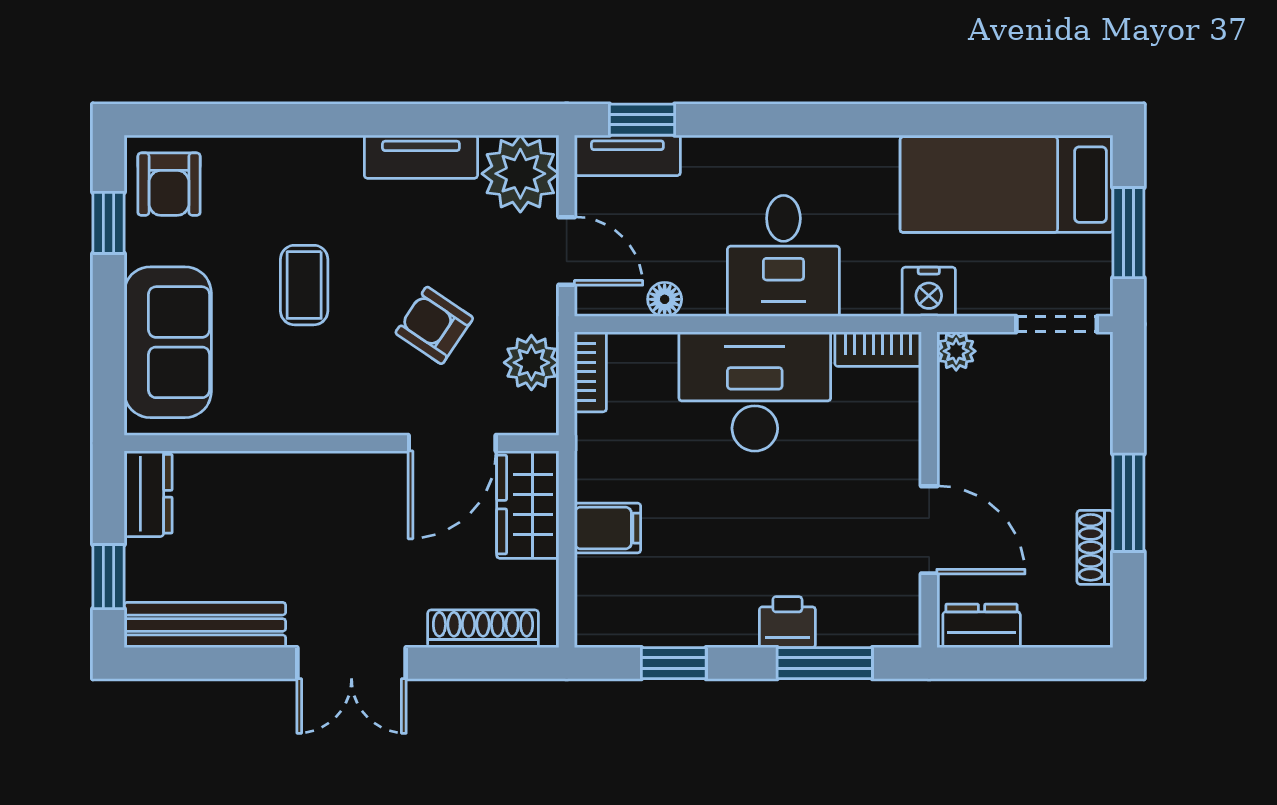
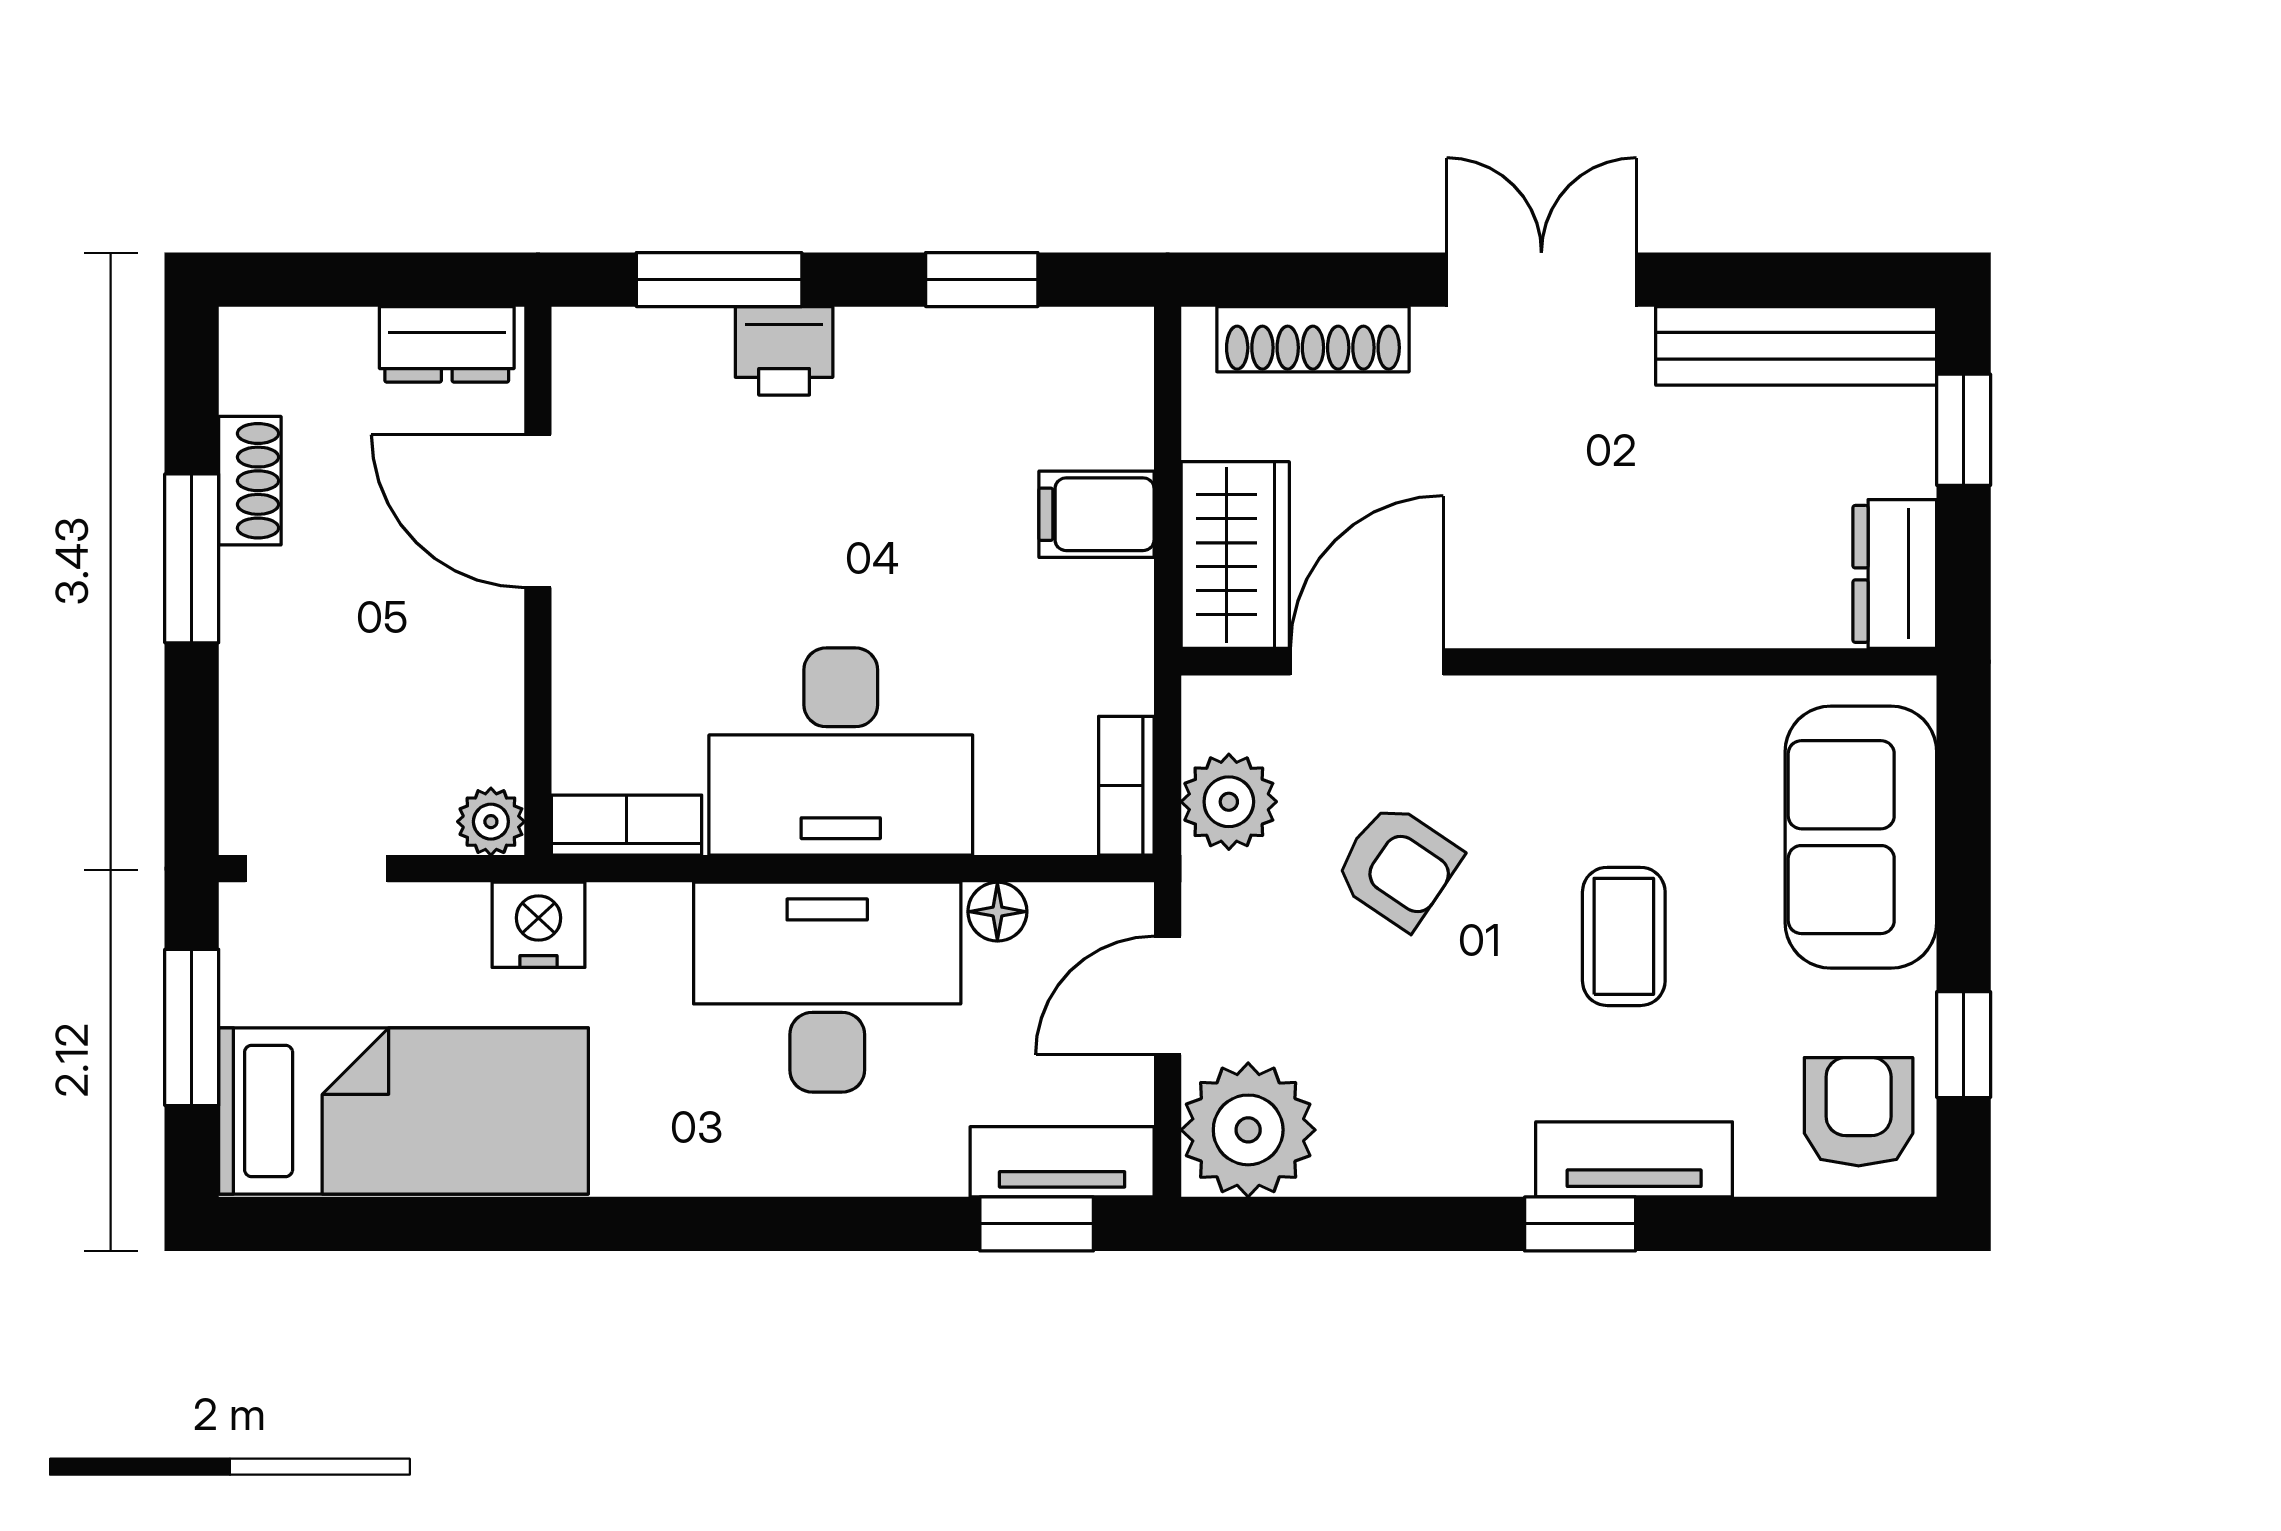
window: (329, 120) -> (1580, 1224), added
tv unit: (421, 157) -> (1634, 1159), moved
door: (567, 251) -> (1168, 996), hinge flipped
desk: (783, 256) -> (827, 987), width x1.37

